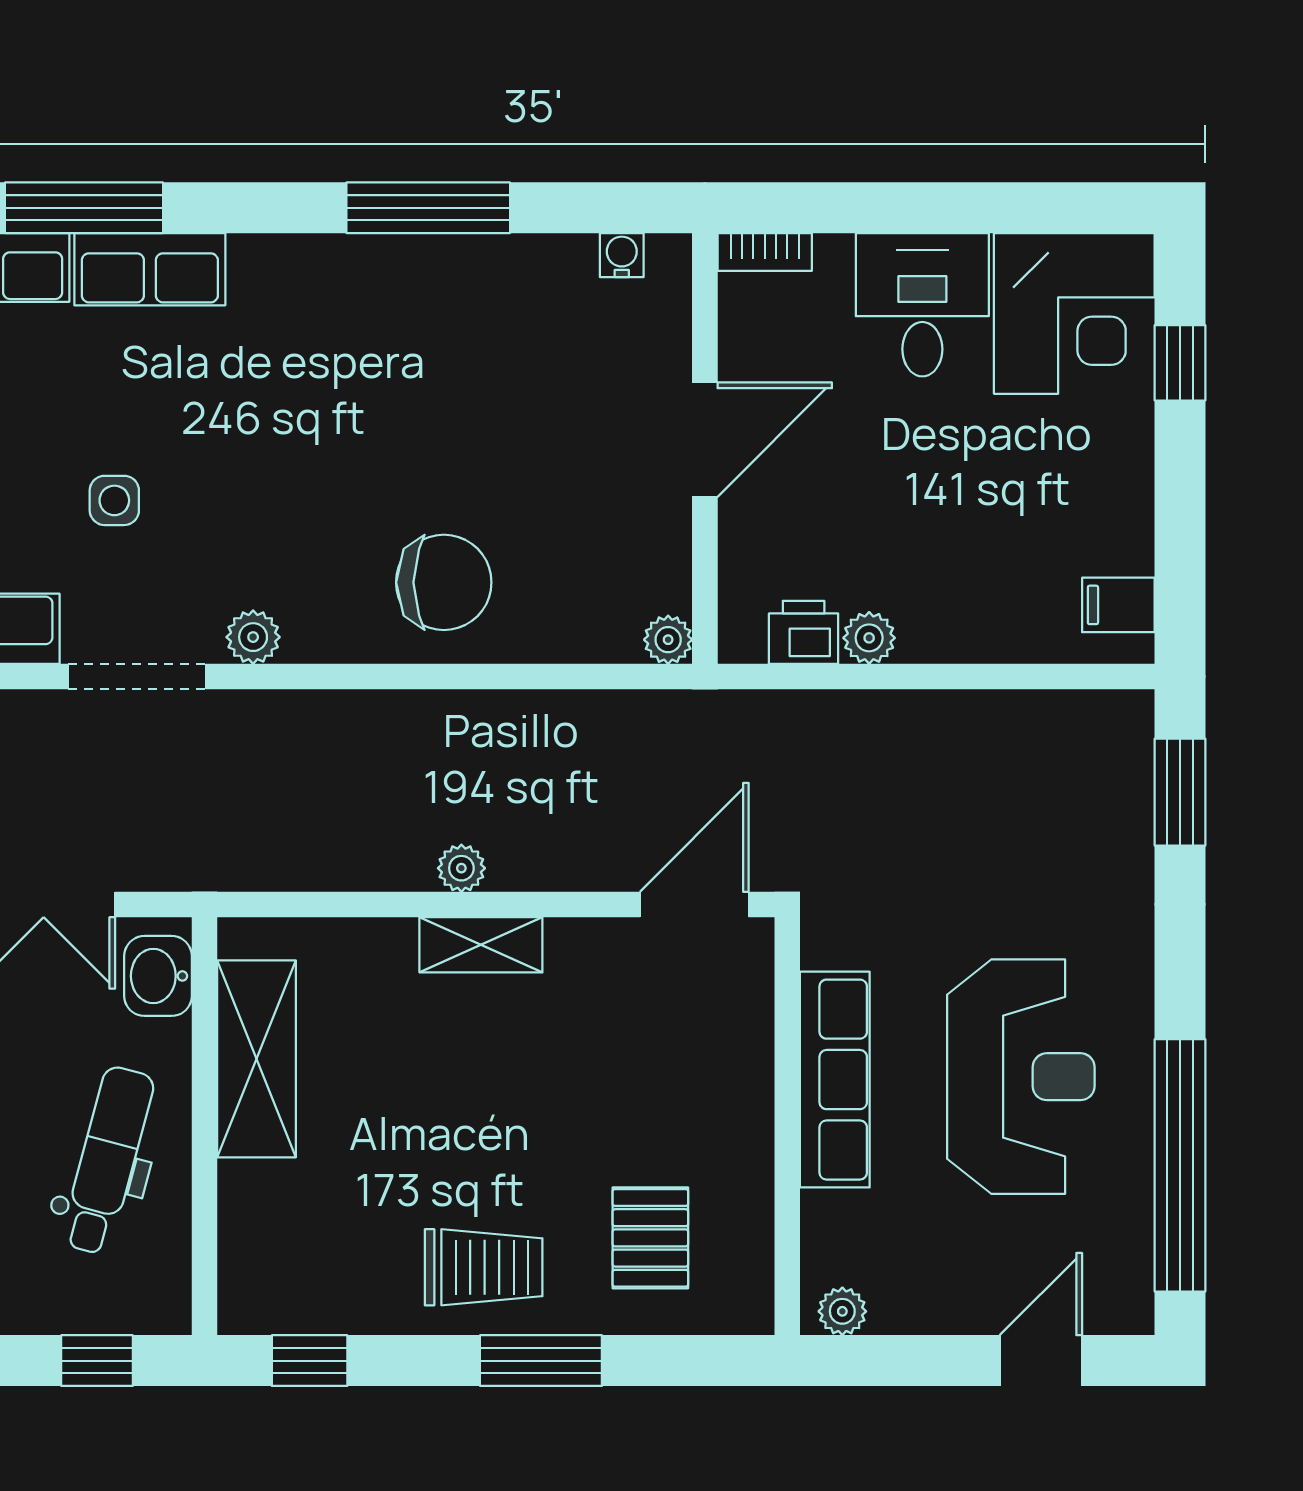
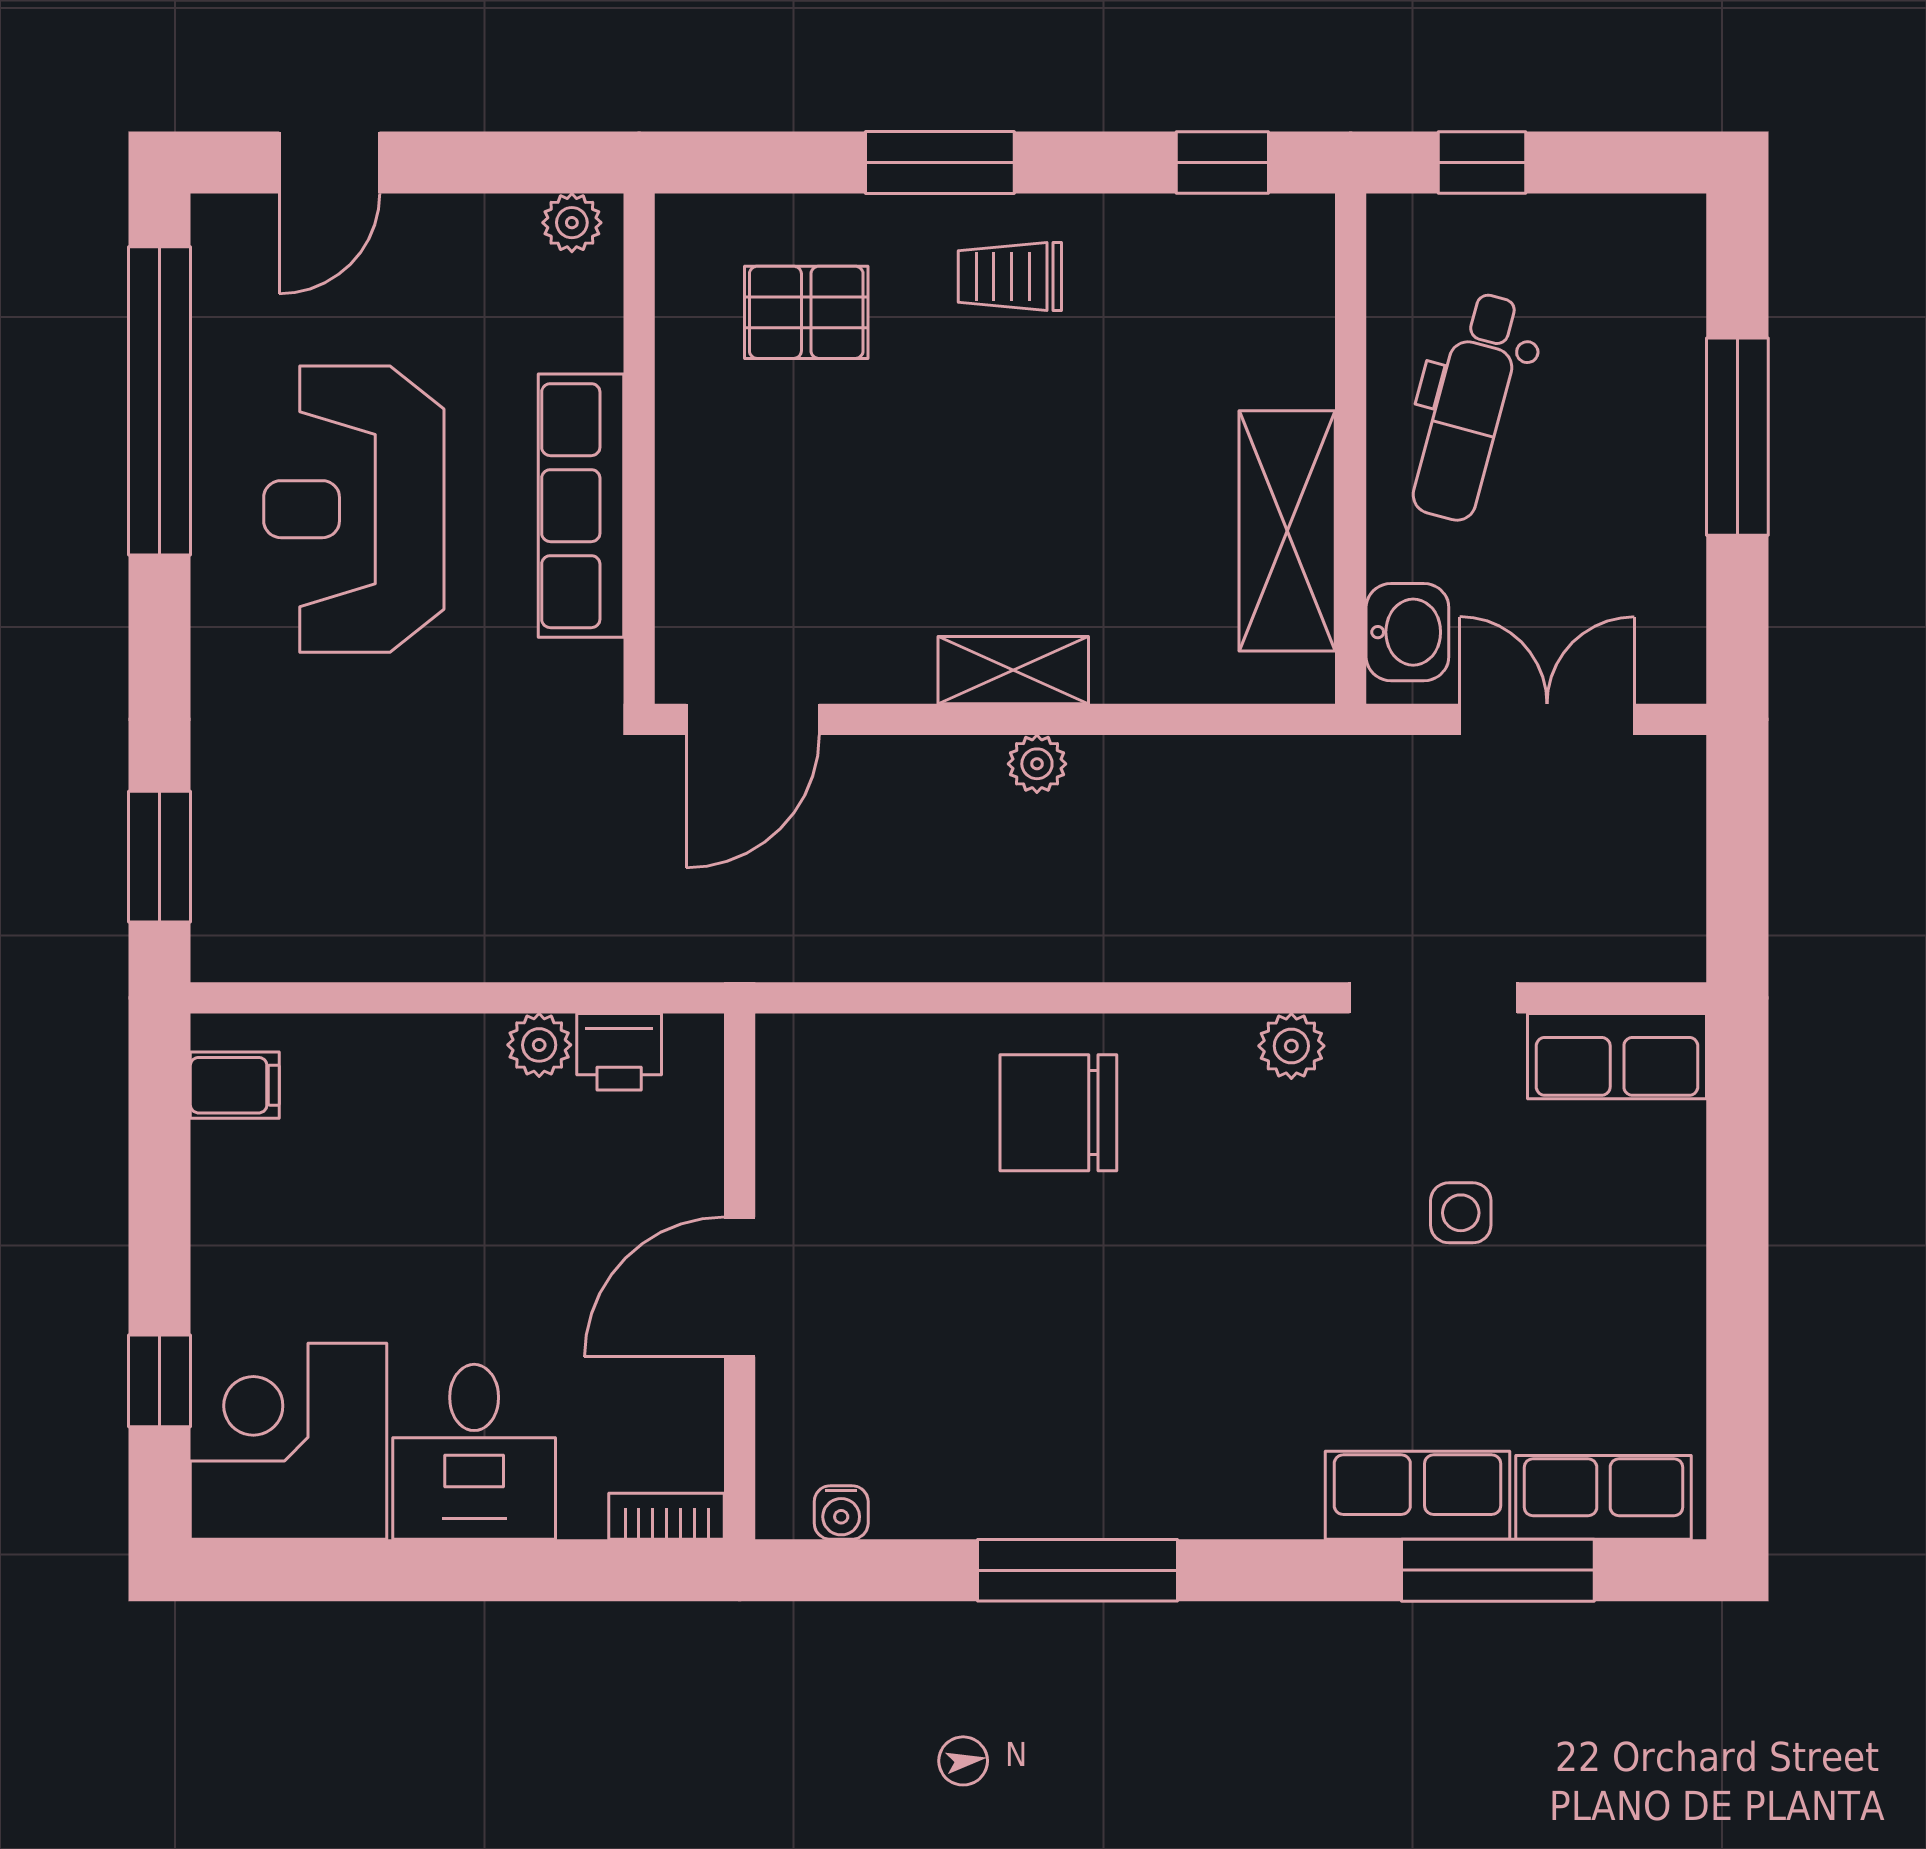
plant: (668, 640) -> (785, 1043), removed
pallet: (650, 1238) -> (806, 312), turned 90
trolley: (484, 1267) -> (1010, 276), width x0.73, depth x0.72

